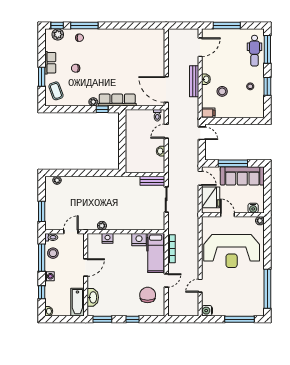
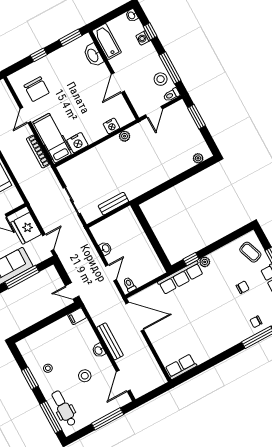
row of seats: (152, 35) -> (181, 367), added
stool: (222, 91) -> (85, 376), moved
door: (200, 178) -> (48, 243), swing flipped
bench: (152, 181) -> (113, 204), moved
washing machine: (49, 276) -> (143, 38), moved

